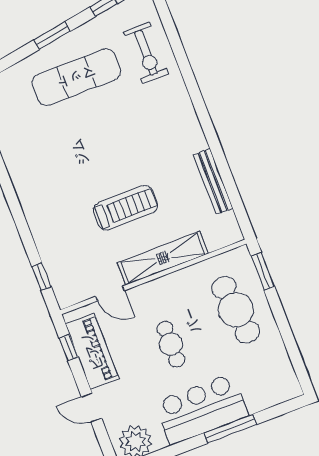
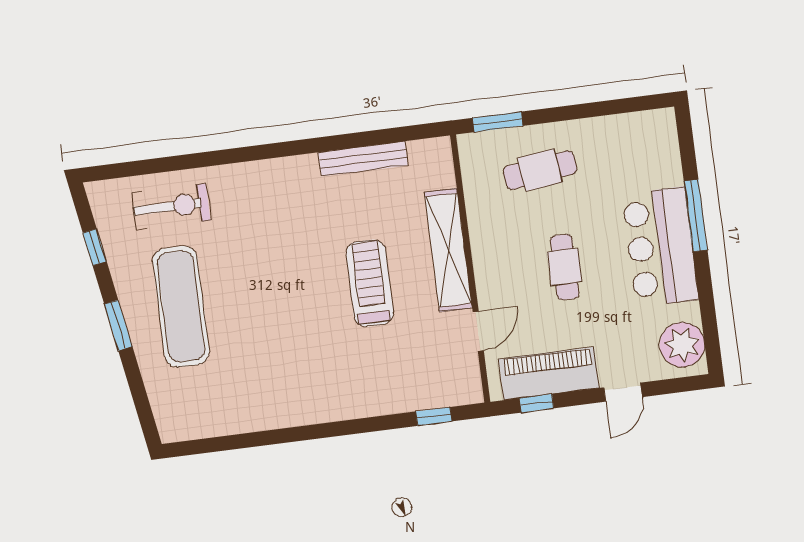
cafe table: (236, 310) -> (540, 170), width x0.73, depth x0.74
cafe table: (171, 344) -> (565, 267), turned 90

